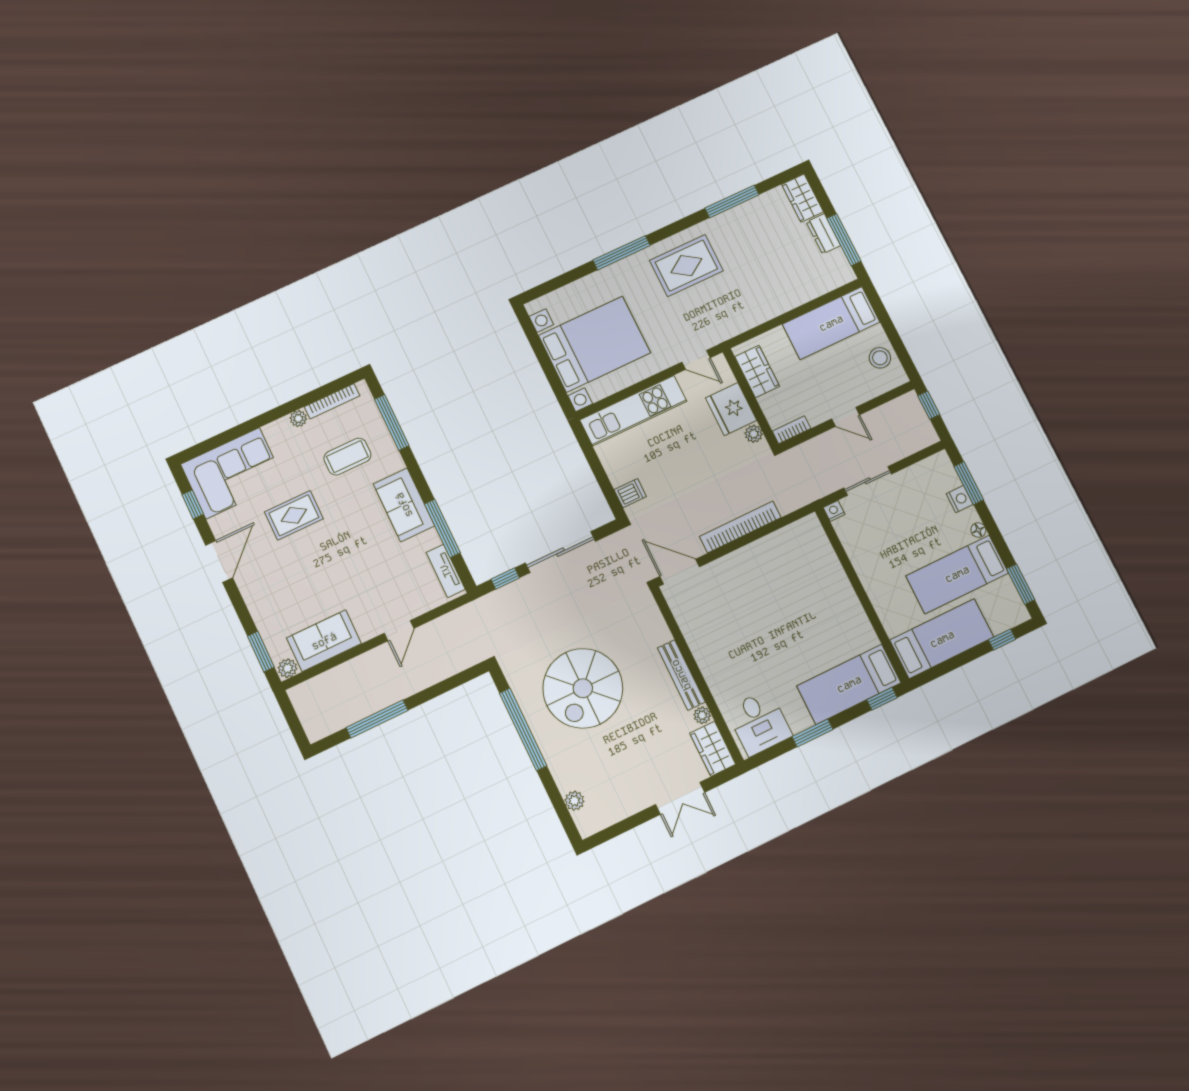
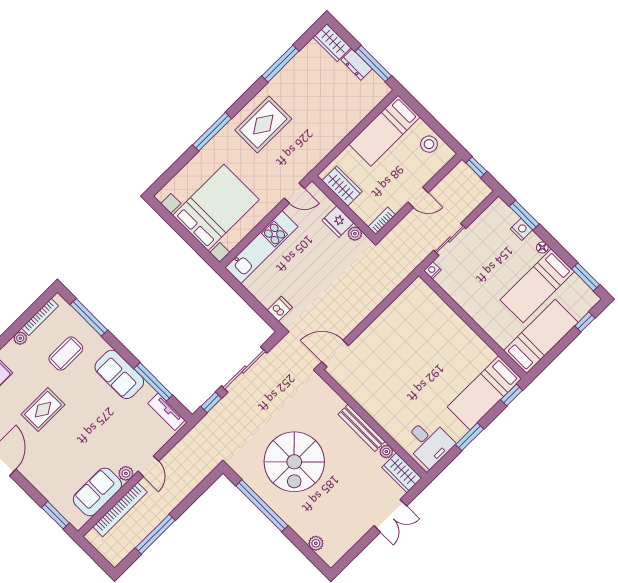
fridge: (731, 409) -> (338, 222), width x0.73, depth x0.75
bookcase: (740, 527) -> (120, 509), moved, turned 180
plant: (288, 668) -> (126, 473), moved

